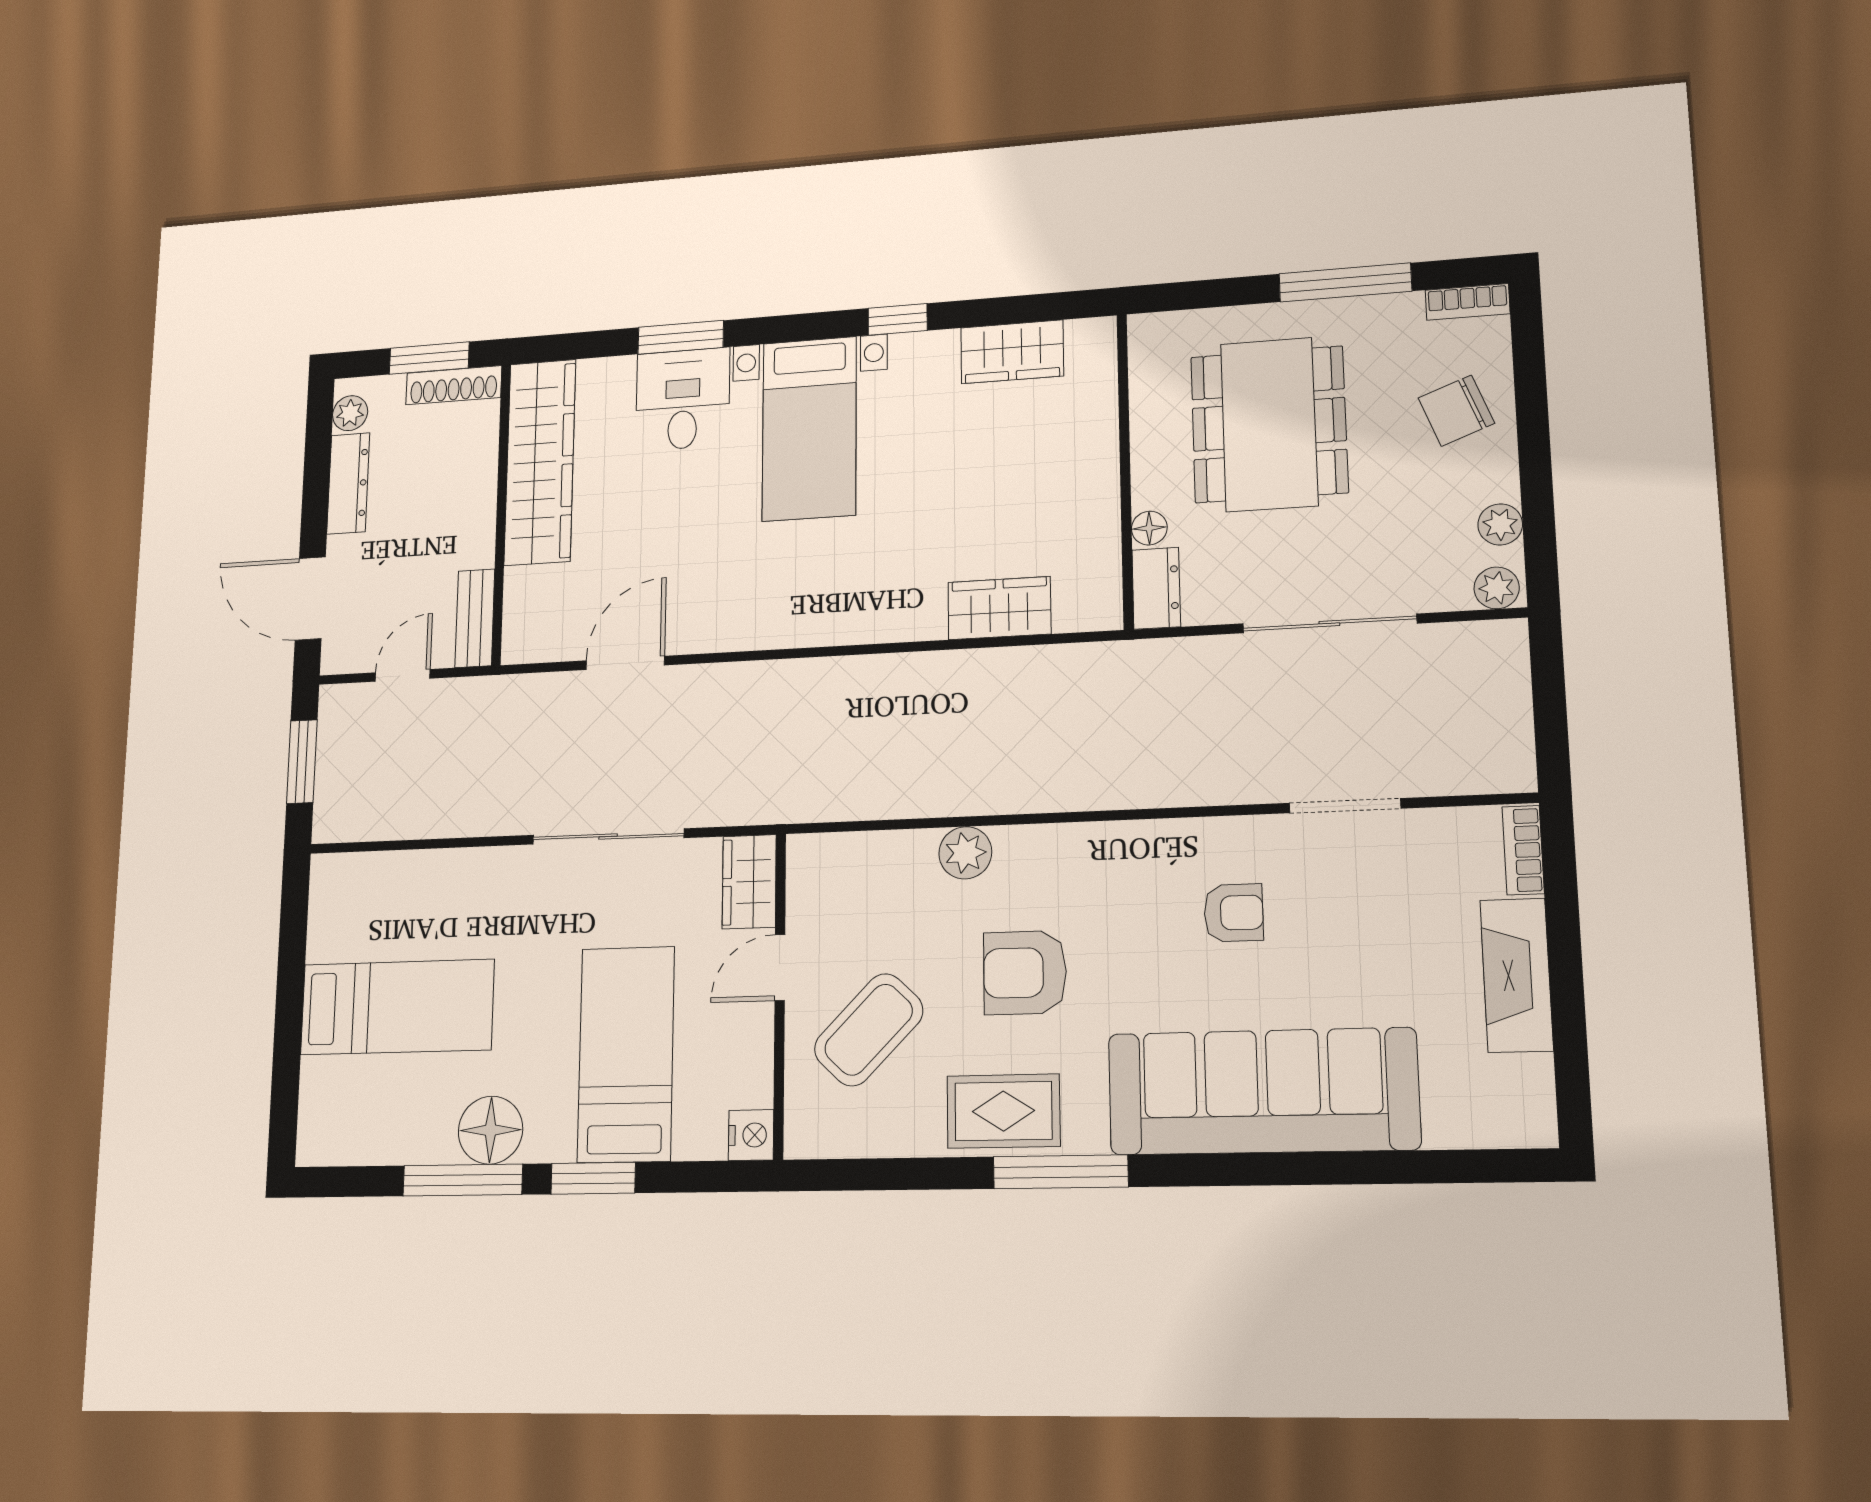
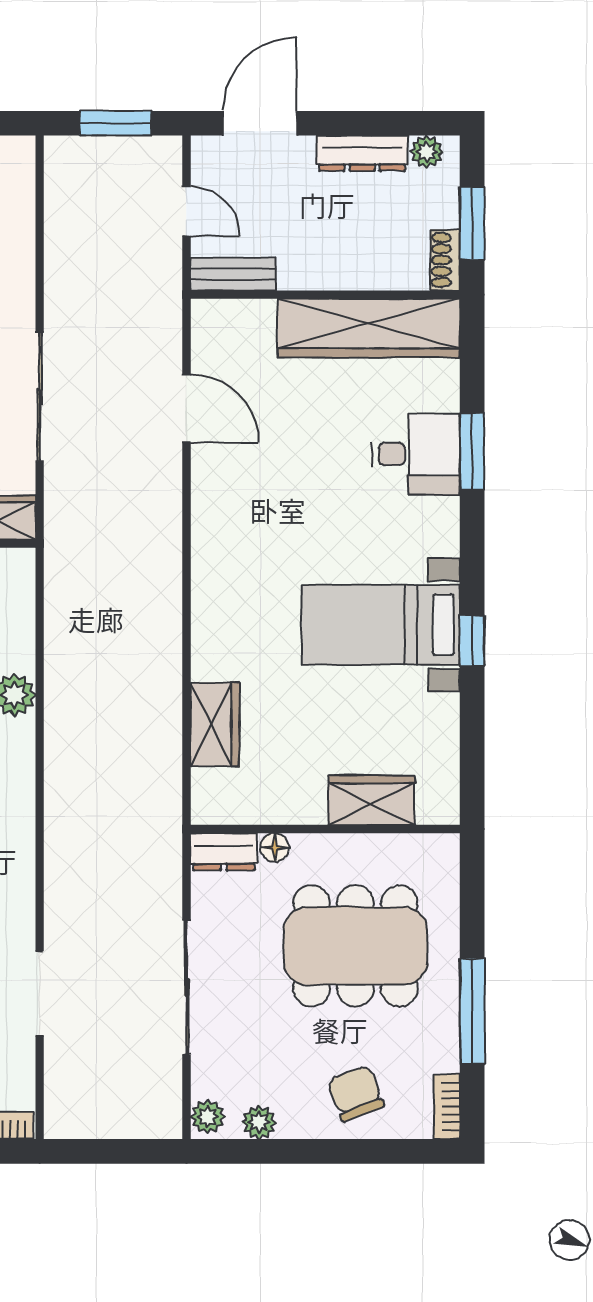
wardrobe: (1012, 352) -> (371, 800), moved, turned 90
shoe rack: (454, 385) -> (445, 260), width x0.70
bed with nightstands: (809, 429) -> (381, 625), moved

